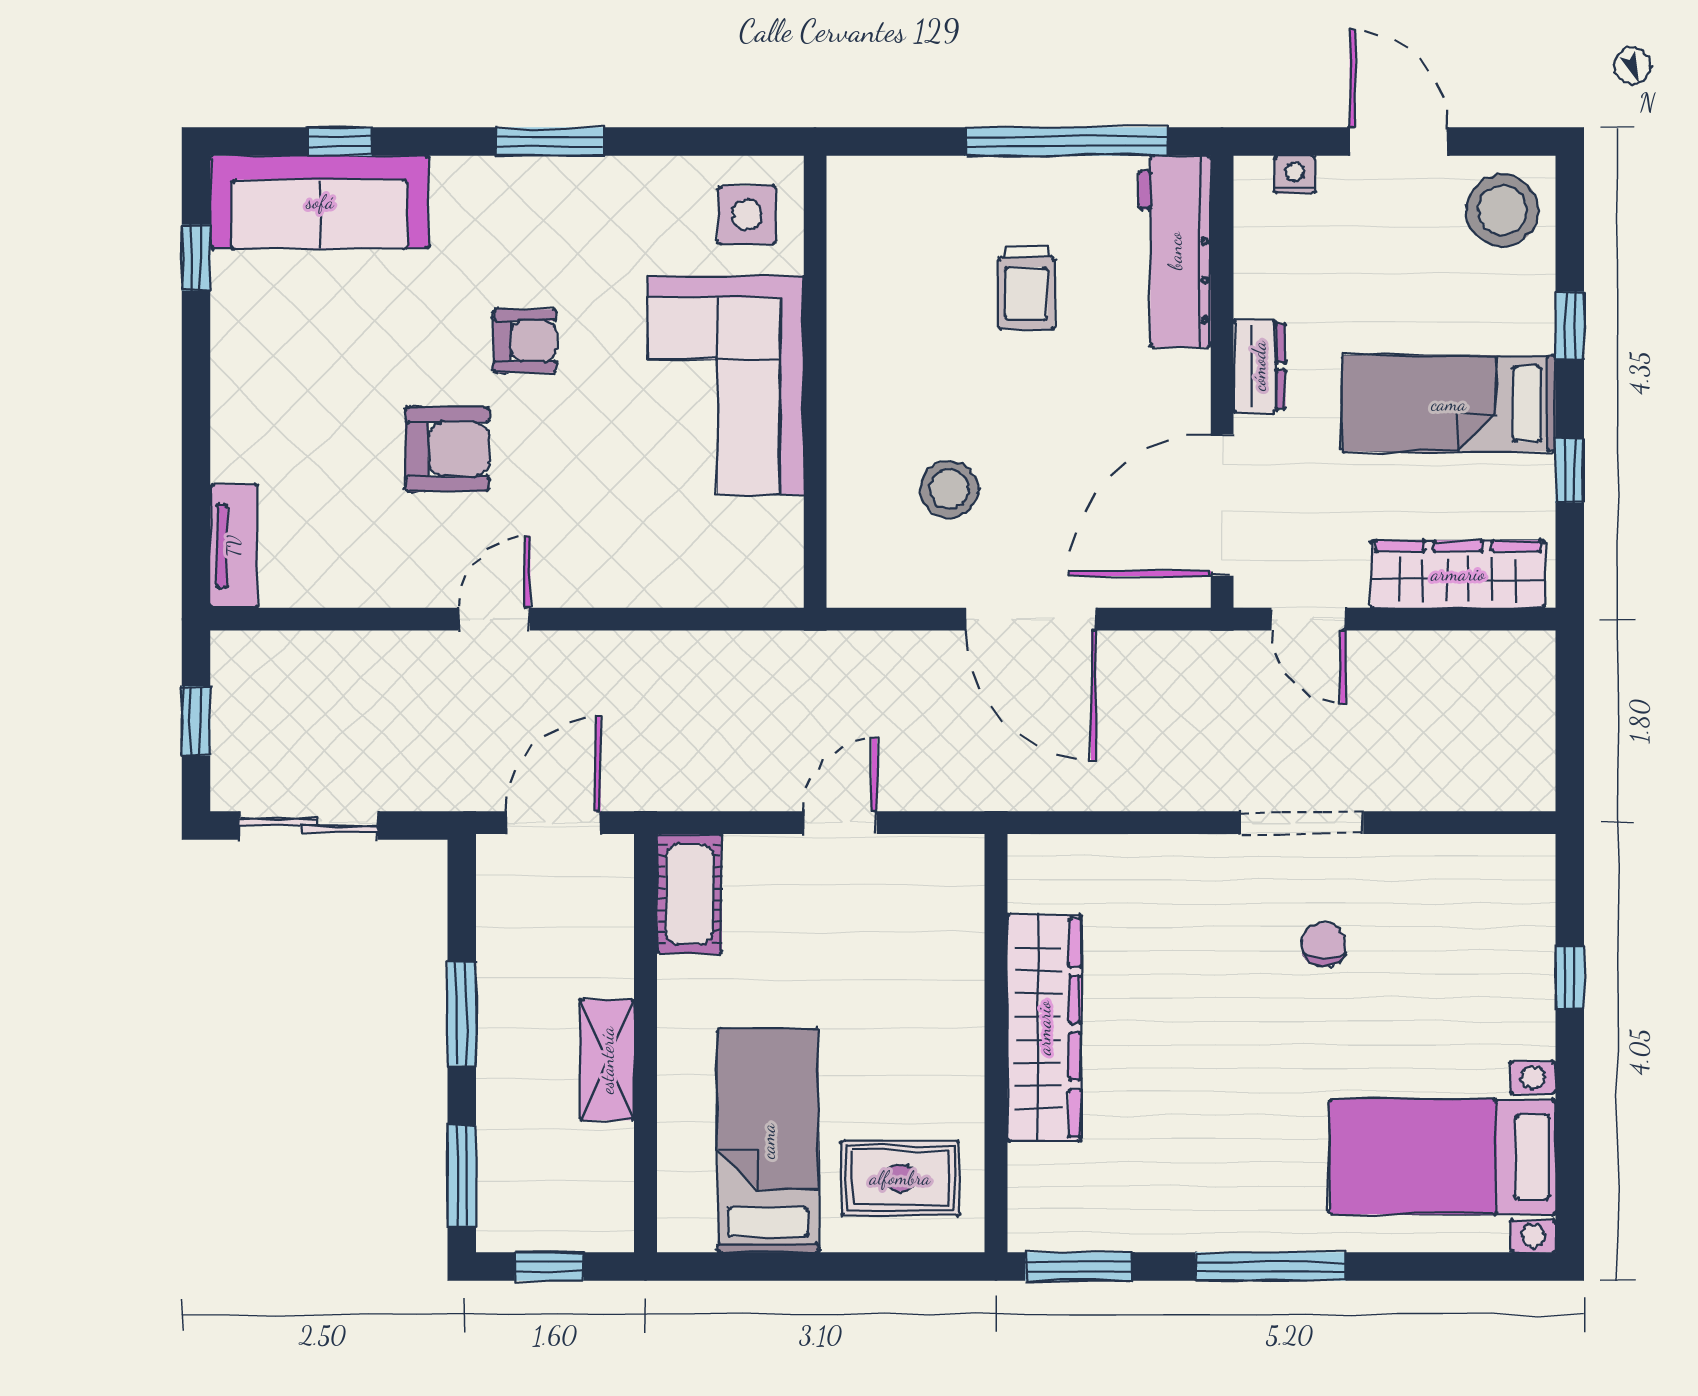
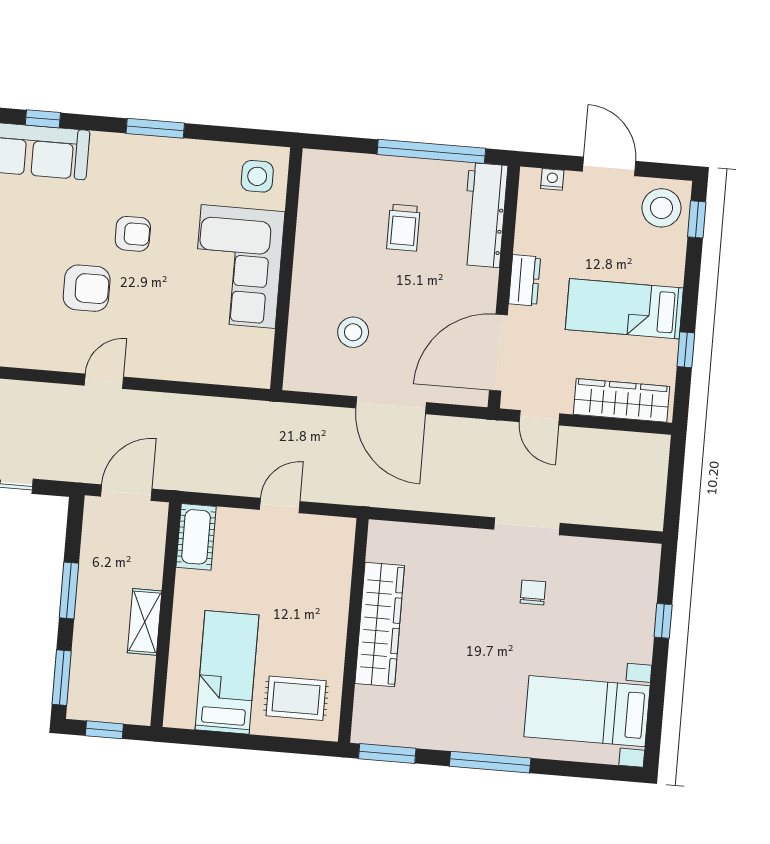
window: (1570, 326) -> (697, 219), moved

